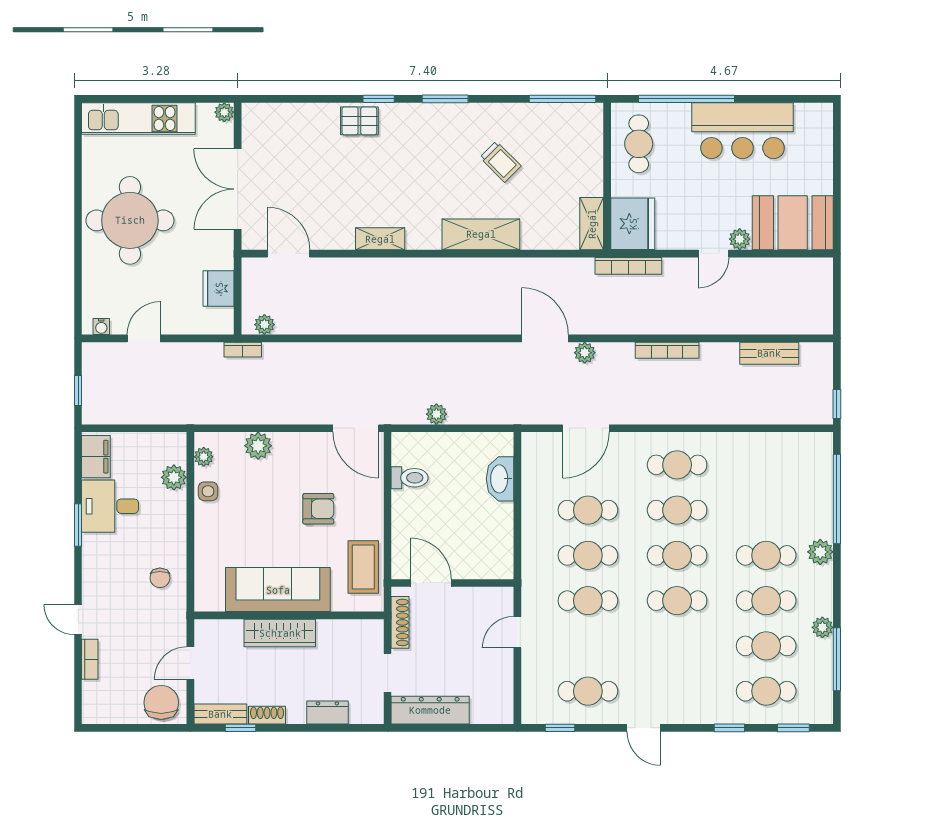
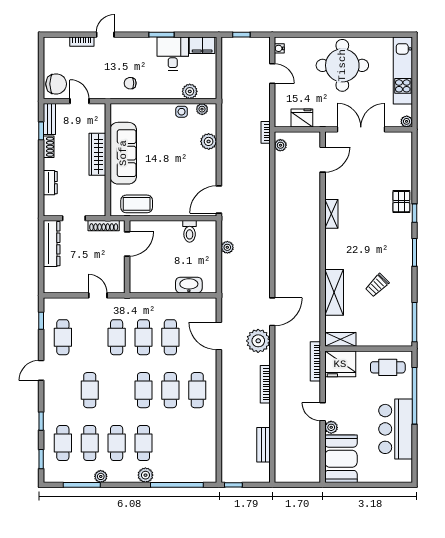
shelving: (481, 234) -> (334, 292), moved
plant: (585, 353) -> (258, 341), width x1.87, depth x1.87
armchair: (318, 509) -> (171, 177), removed
cafe table: (677, 601) -> (90, 390), moved

